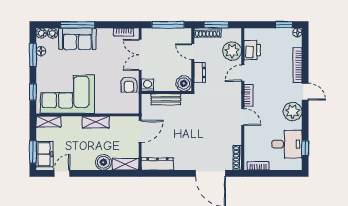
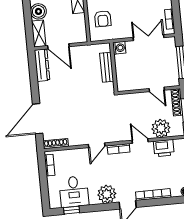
door: (193, 52) -> (157, 89), swing flipped
dresser: (200, 73) -> (137, 98), removed
boiler: (184, 83) -> (124, 84), removed
armchair: (129, 85) -> (103, 19), moved, turned -90
door: (140, 131) -> (58, 46), moved

